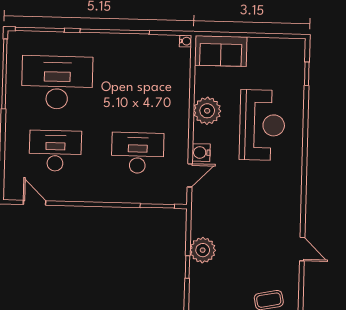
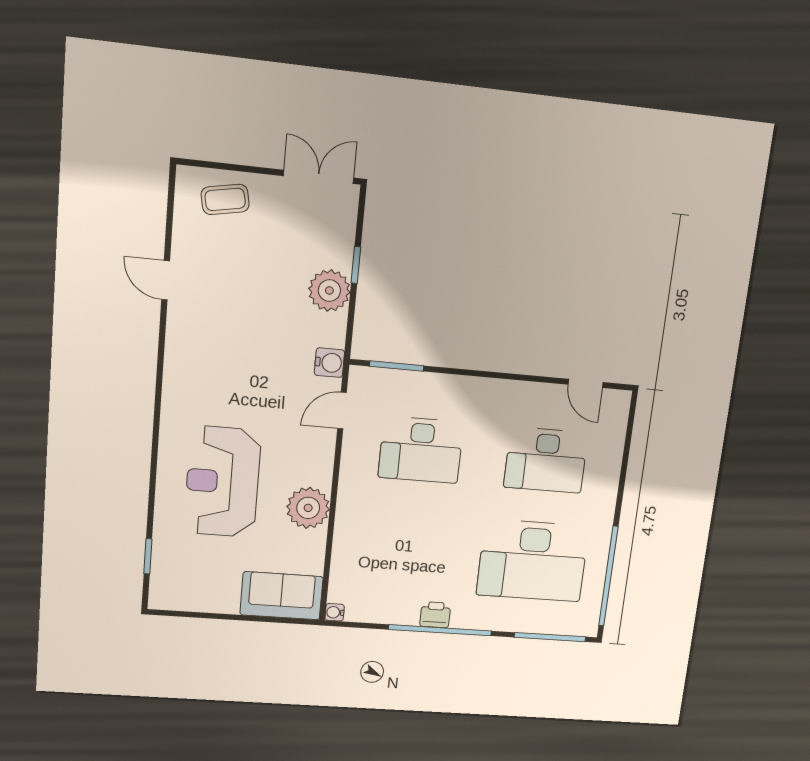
printer: (119, 42) -> (435, 615), added
water cooler: (201, 153) -> (329, 363), moved

